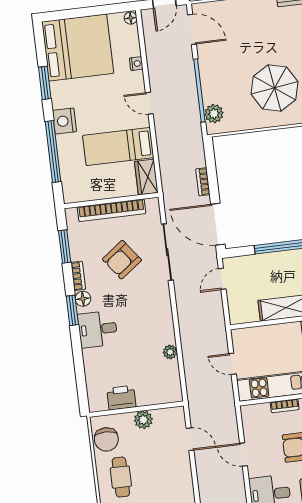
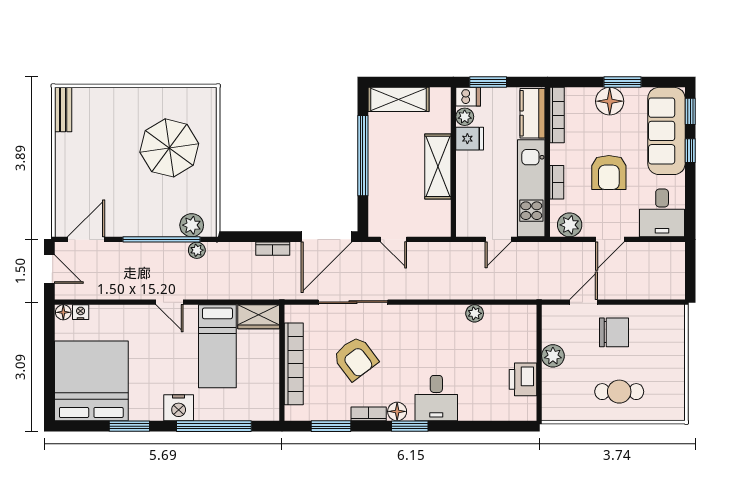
nightstand: (136, 64) -> (81, 312), moved
door: (149, 103) -> (170, 302), hinge flipped
plant: (194, 120) -> (197, 250), added
plant: (251, 420) -> (570, 225), added
chair: (106, 439) -> (614, 332), moved

